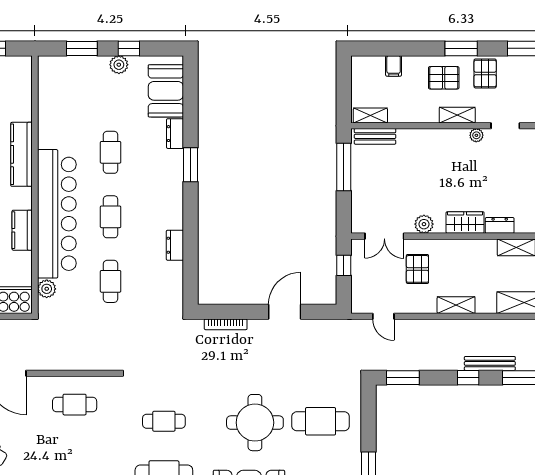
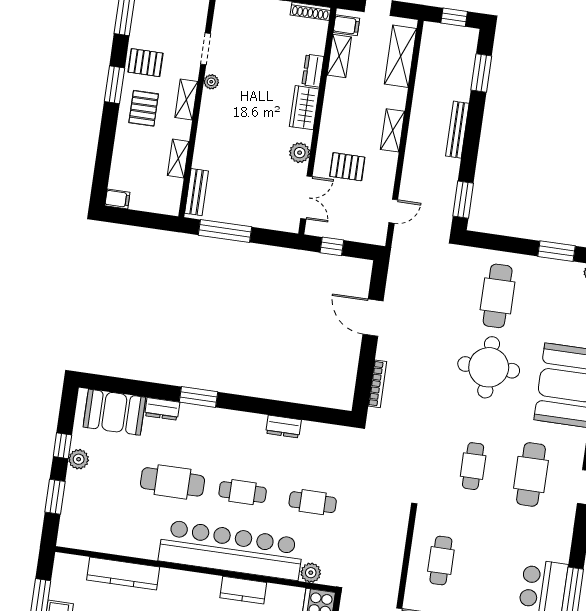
filing cabinet: (394, 66) -> (117, 199), moved
shelving: (370, 116) -> (178, 158), moved
cafe table: (111, 152) -> (172, 482), width x1.37, depth x1.35
kitchen counter: (22, 154) -> (123, 574), moved
bench: (490, 363) -> (457, 130), moved
window: (468, 378) -> (473, 129), removed

